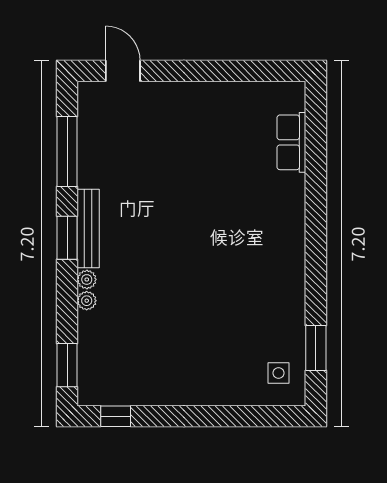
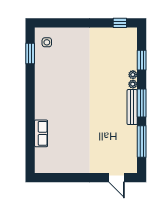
row of seats: (291, 142) -> (41, 133), moved
window: (67, 238) -> (142, 103), width x1.44
window: (67, 365) -> (142, 60), moved

